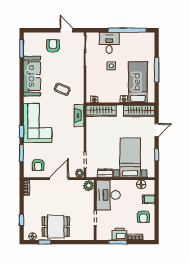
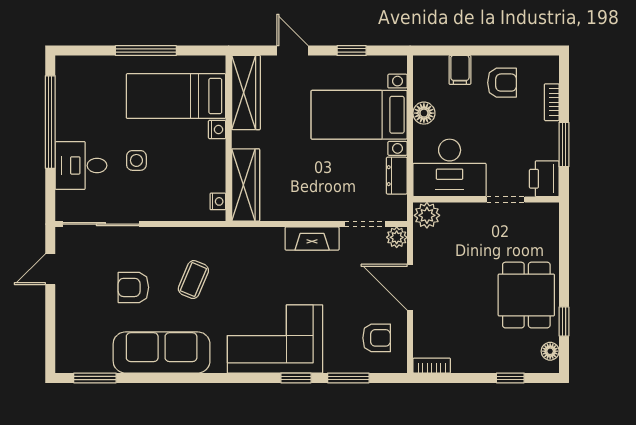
armchair: (53, 46) -> (133, 287), moved
fireplace: (79, 115) -> (312, 239), moved
floor lamp: (141, 184) -> (424, 113), moved
printer: (120, 234) -> (544, 179), moved

